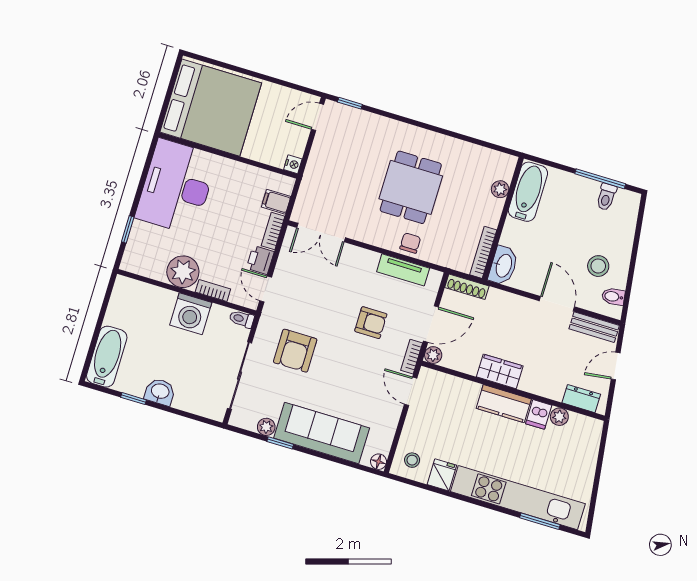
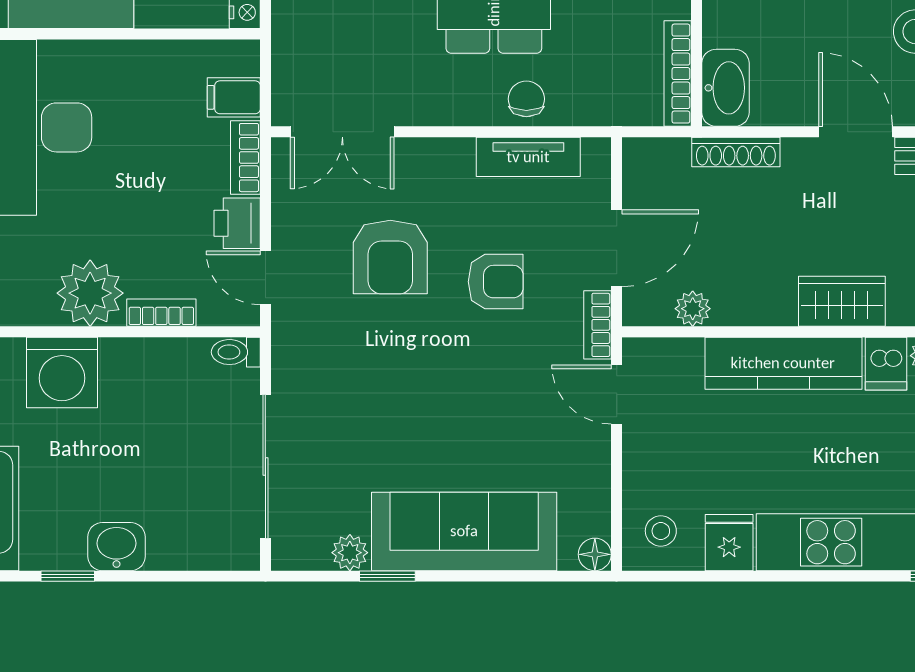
shoe rack: (467, 287) -> (736, 152), moved
washing machine: (191, 314) -> (62, 372), moved
armchair: (295, 351) -> (390, 257), moved
plant: (433, 355) -> (693, 309), moved
wardrobe: (500, 371) -> (842, 301), moved
kitchen counter: (504, 404) -> (783, 363), width x1.50

